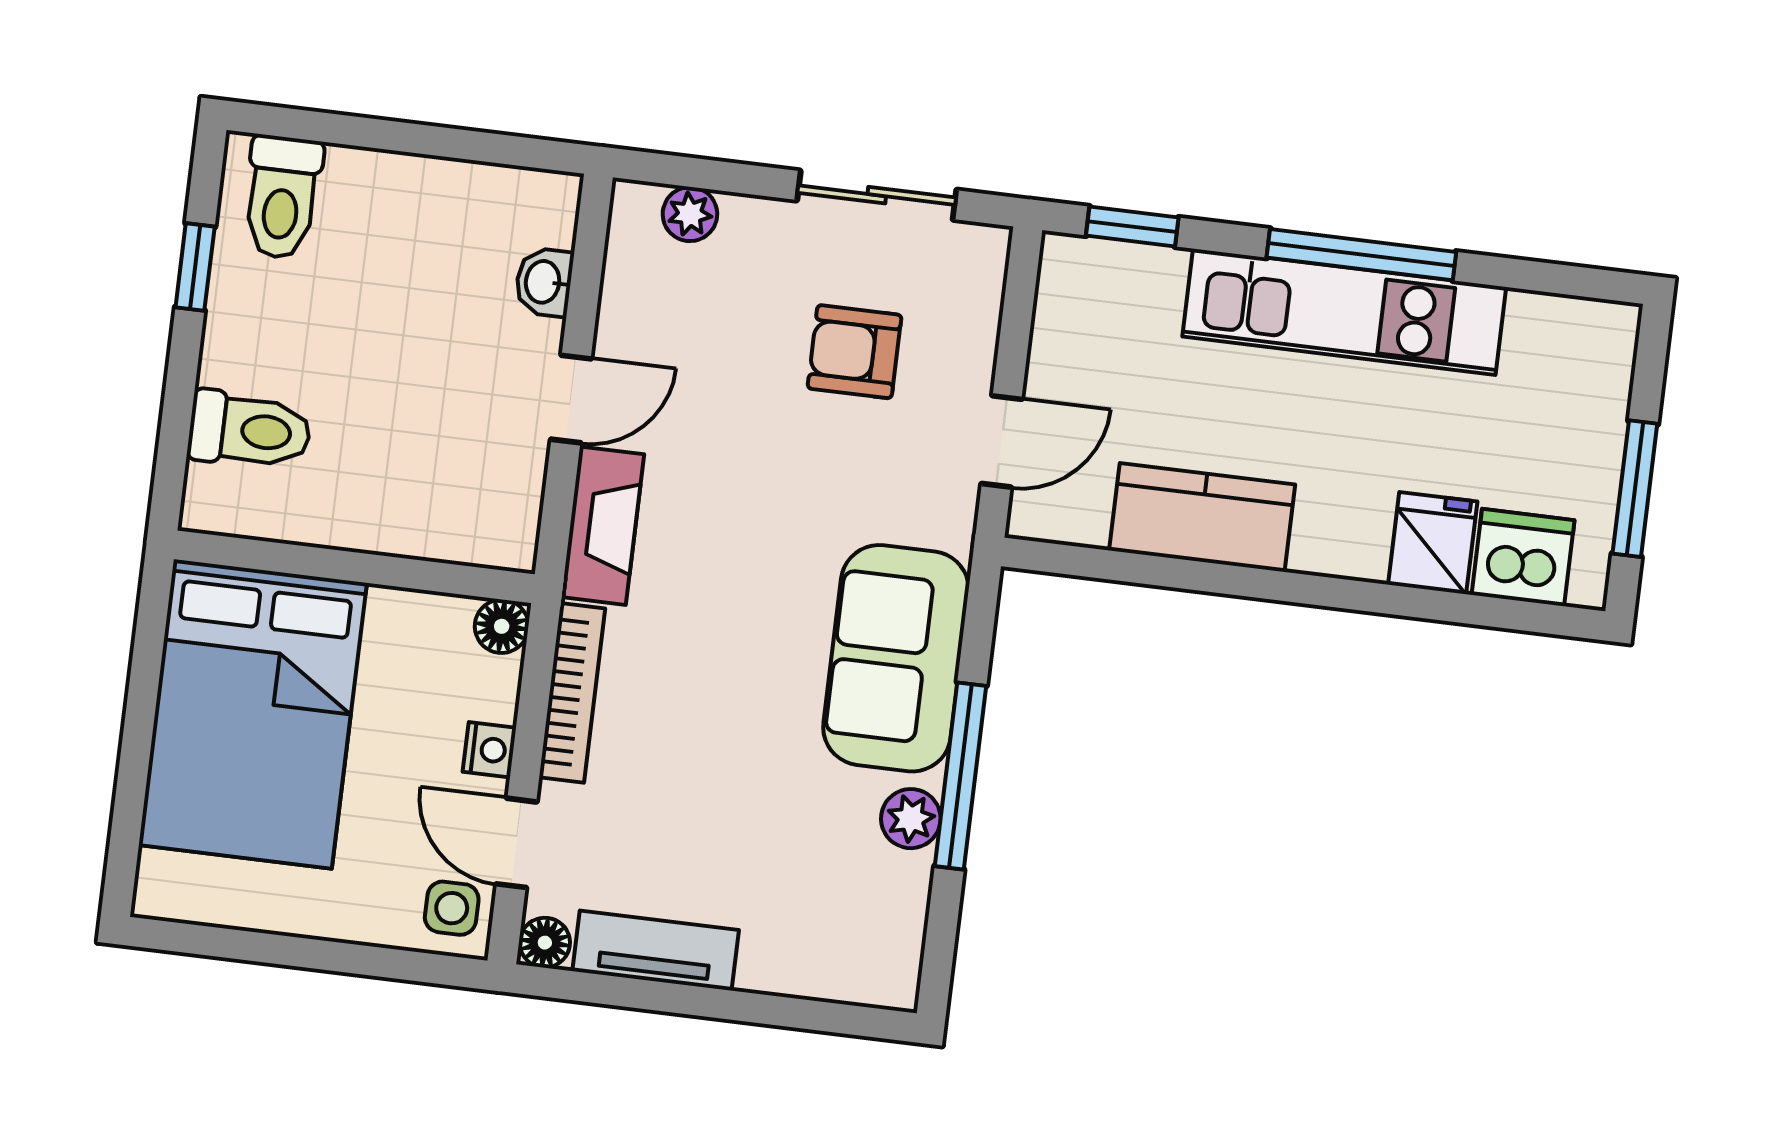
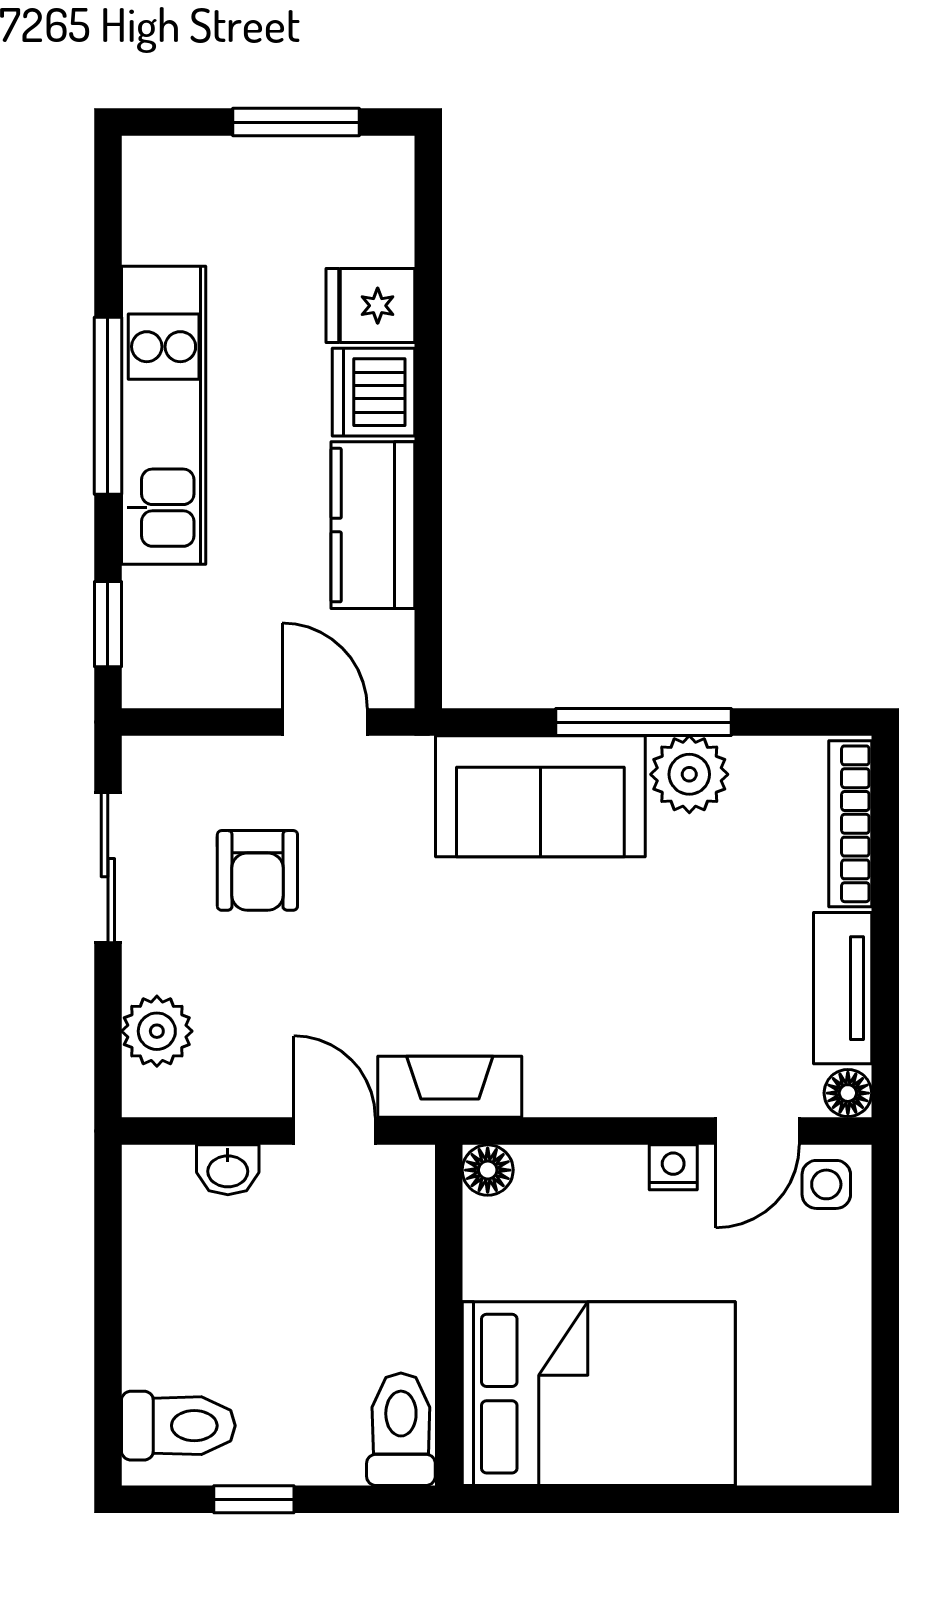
plant: (690, 214) -> (157, 1031), width x1.38, depth x1.38
dishwasher: (1523, 558) -> (374, 392), moved
wall: (354, 567) -> (449, 1315), moved
floor lamp: (502, 626) -> (488, 1170), moved
bookcase: (572, 693) -> (850, 824), moved, turned -90
bed: (253, 714) -> (599, 1394), moved
plant: (911, 819) -> (689, 774), width x1.38, depth x1.38

